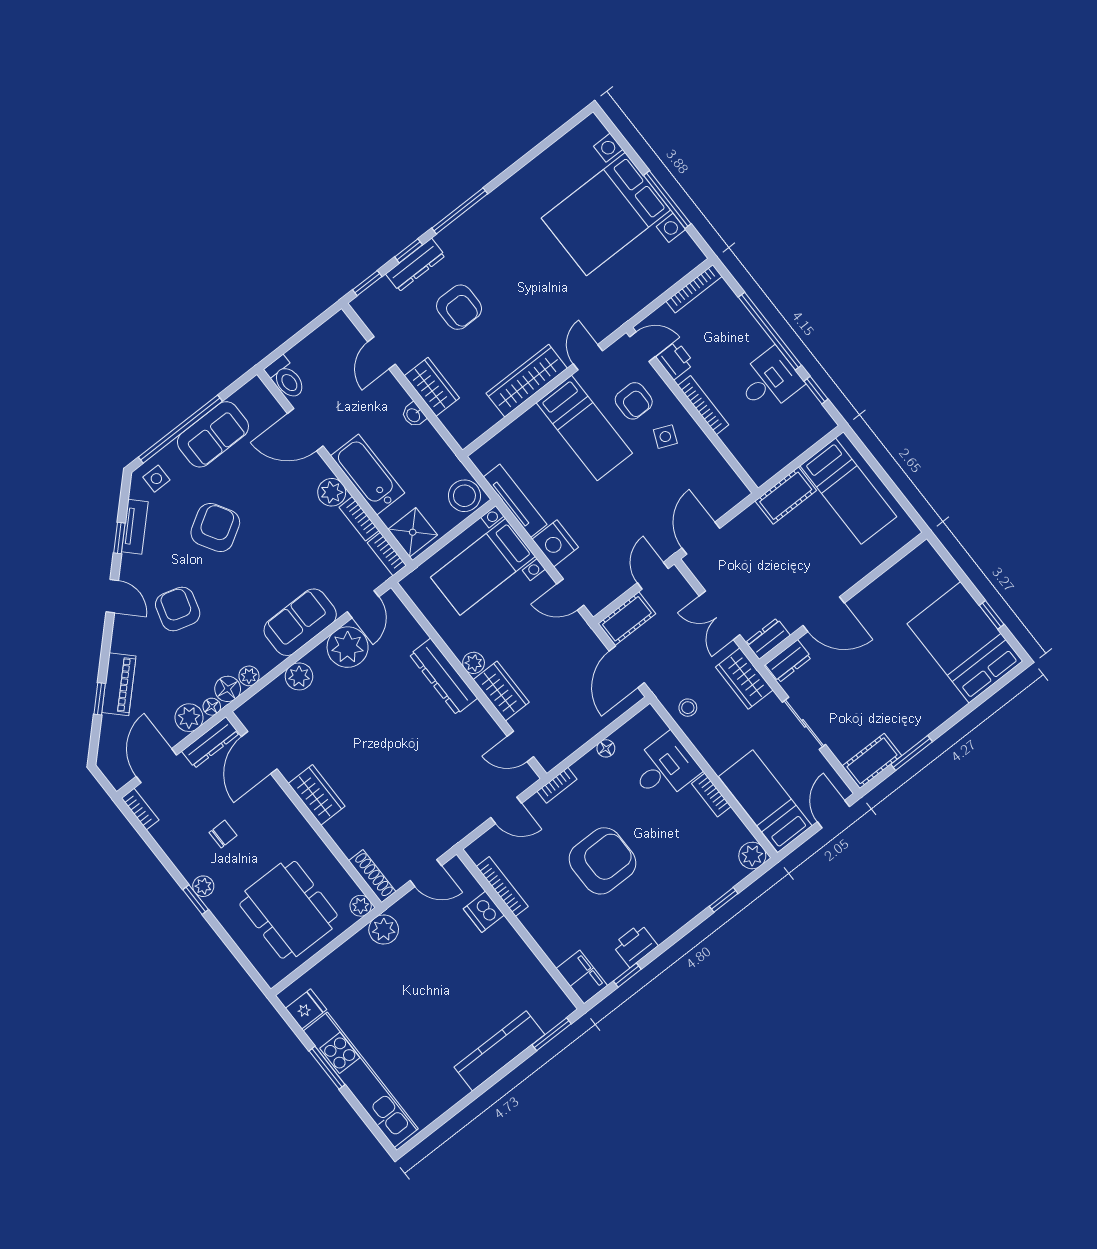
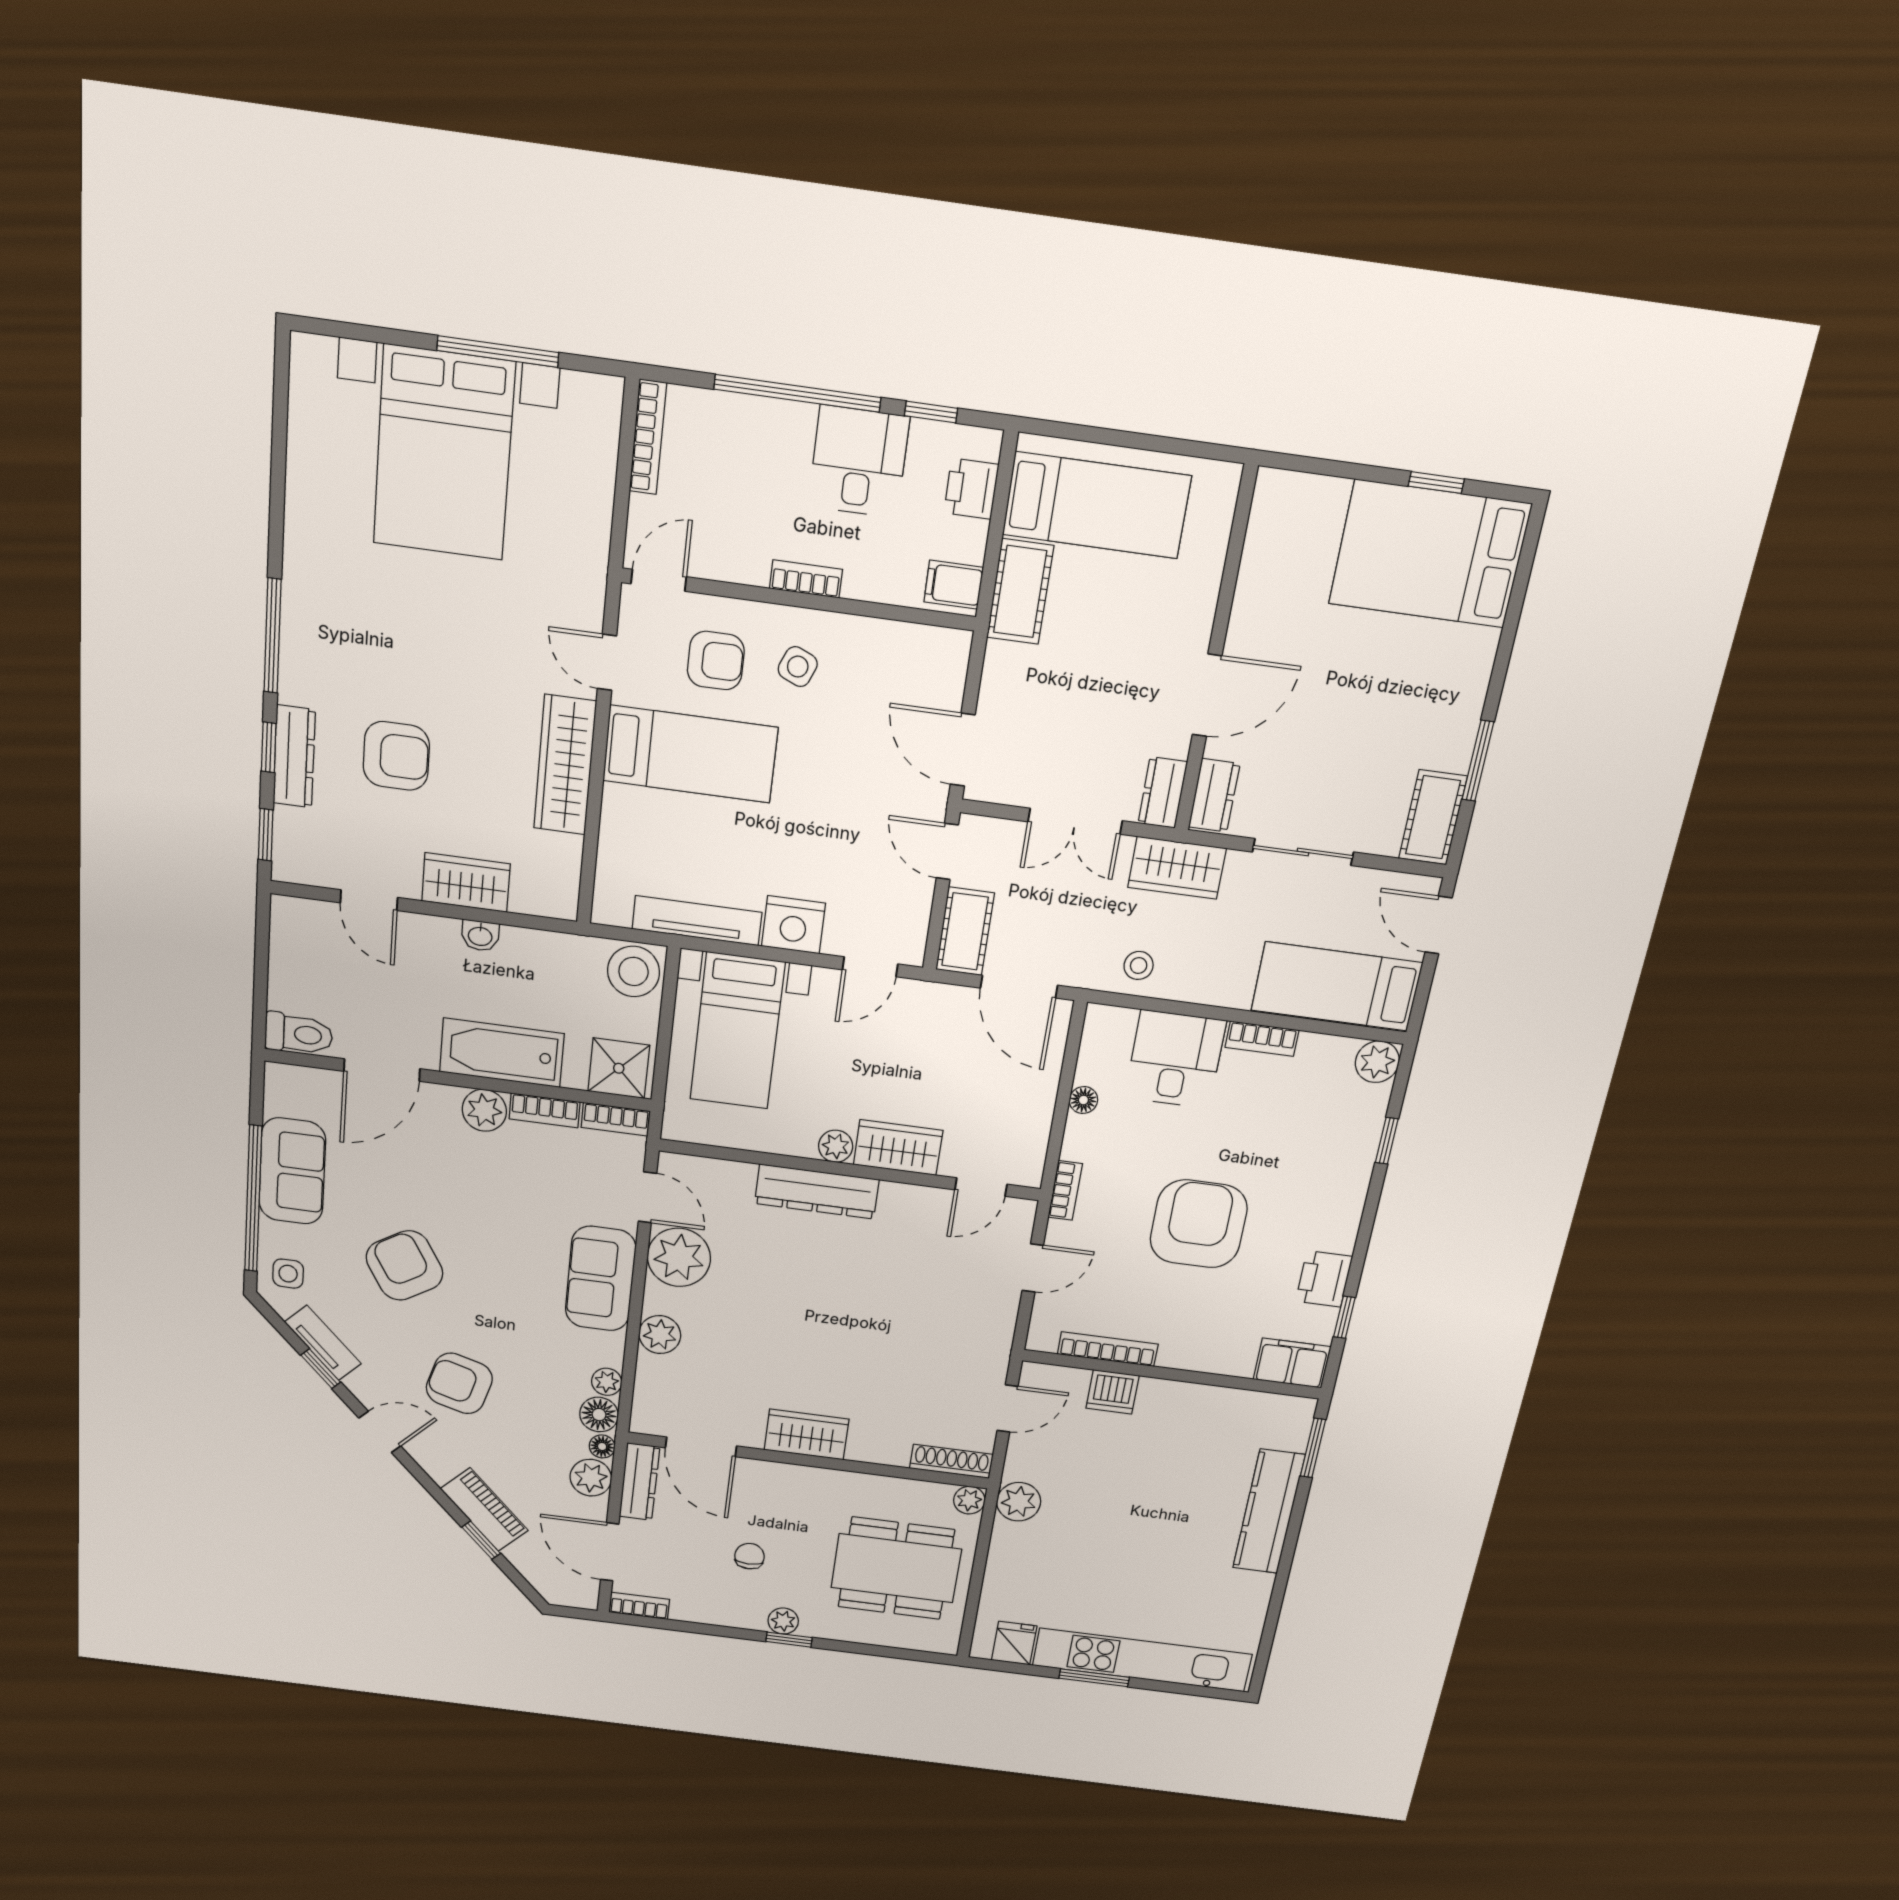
printer: (675, 360) -> (971, 489), moved, turned -90
bookcase: (703, 405) -> (806, 579), width x0.64
filing cabinet: (761, 466) -> (954, 585), added

